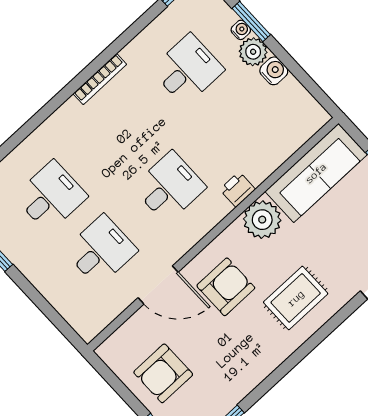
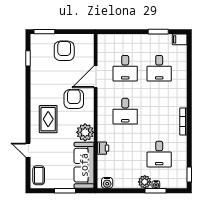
water cooler: (274, 71) -> (107, 183), moved
printer: (238, 189) -> (103, 148), moved
armchair: (226, 287) -> (74, 99), turned 180

